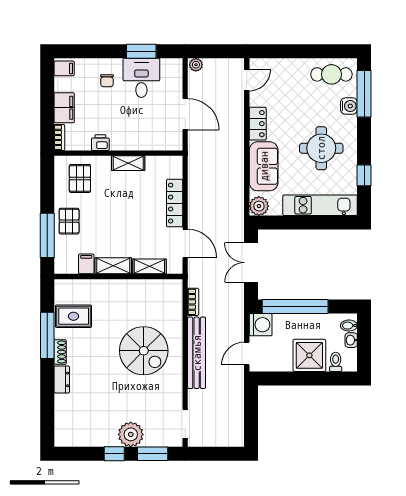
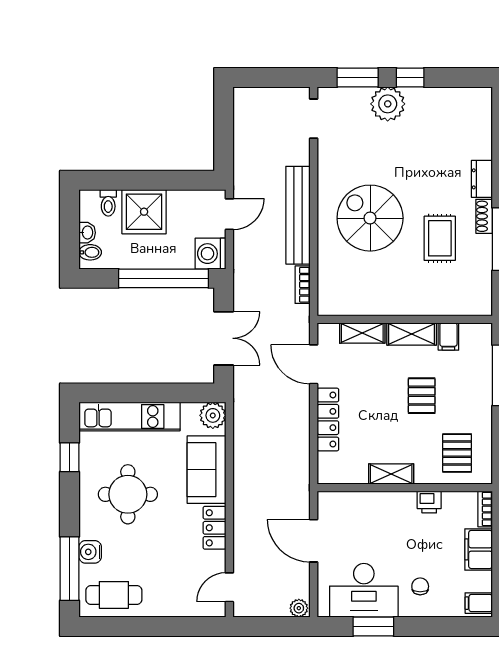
desk: (141, 78) -> (364, 590), width x1.37
pallet: (69, 221) -> (422, 396), moved
rug: (74, 316) -> (440, 238), moved, turned 90

